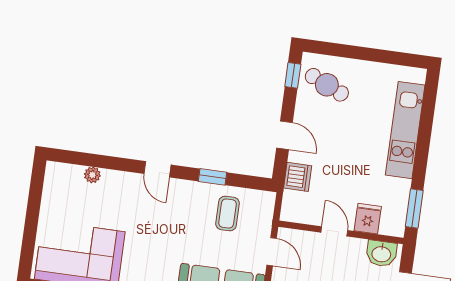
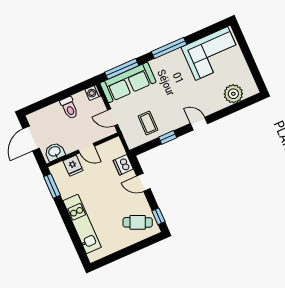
plant: (92, 175) -> (233, 94), width x1.88, depth x1.88

